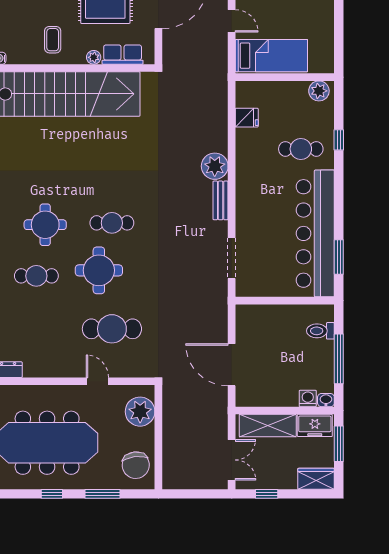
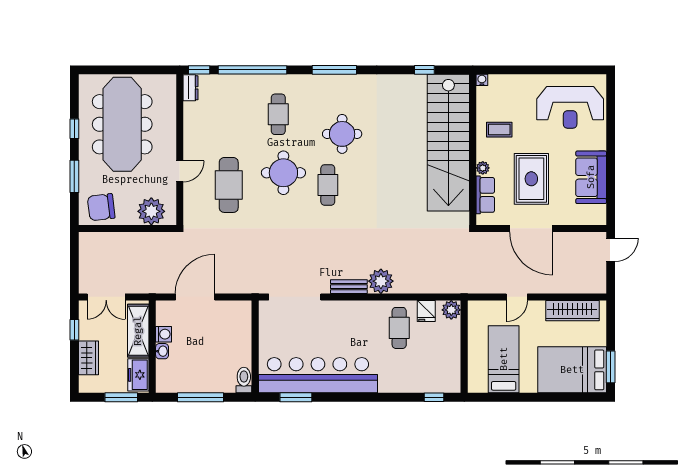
bed: (271, 56) -> (504, 359), moved, turned 180
plant: (319, 91) -> (451, 310), moved
window: (339, 140) -> (434, 397), moved
cafe table: (301, 149) -> (399, 328), moved
round table: (45, 225) -> (342, 134), moved
doorway: (232, 258) -> (295, 297), width x1.36
toilet: (320, 331) -> (244, 380), moved
washing machine: (308, 398) -> (164, 334), moved
washbasin: (326, 400) -> (162, 351), moved
wardrobe: (316, 479) -> (88, 358), moved

